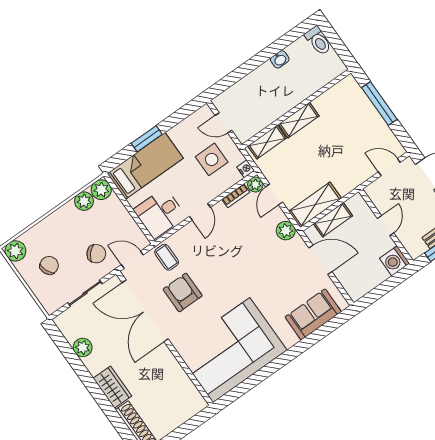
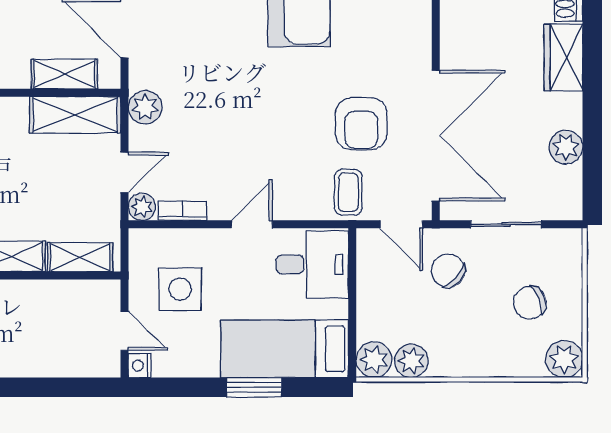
nightstand: (246, 169) -> (140, 366), moved

